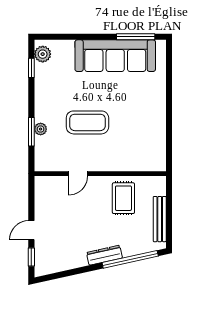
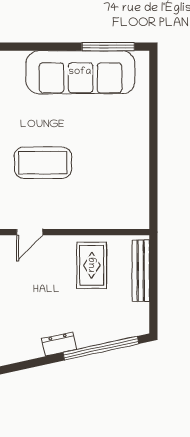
bench: (160, 219) -> (141, 271), moved
dresser: (104, 255) -> (59, 344), width x0.70

